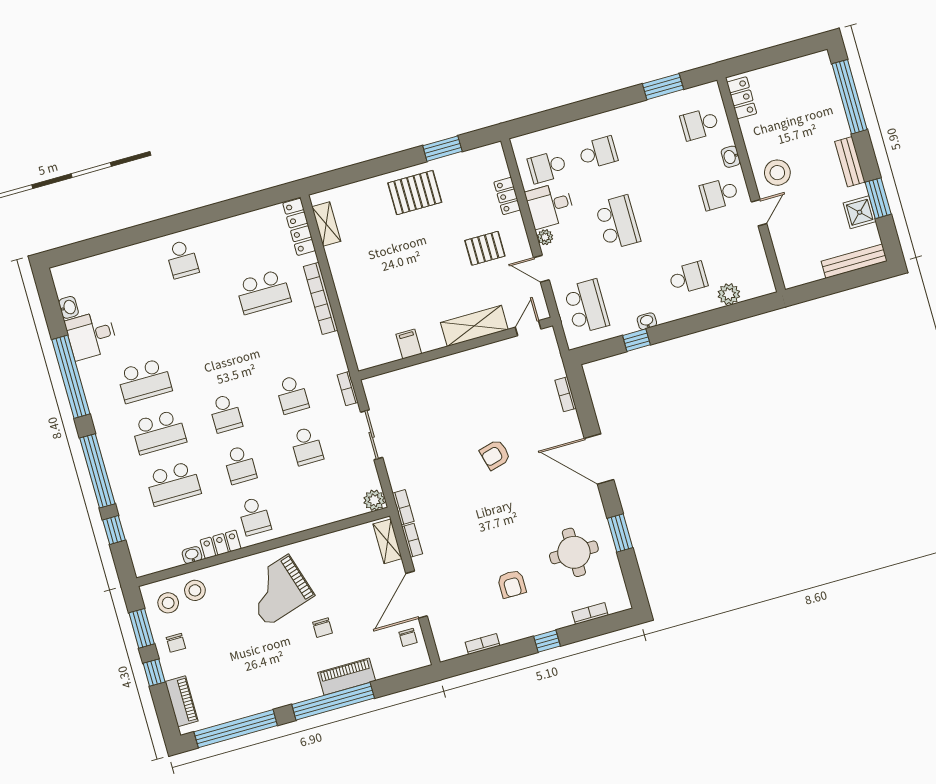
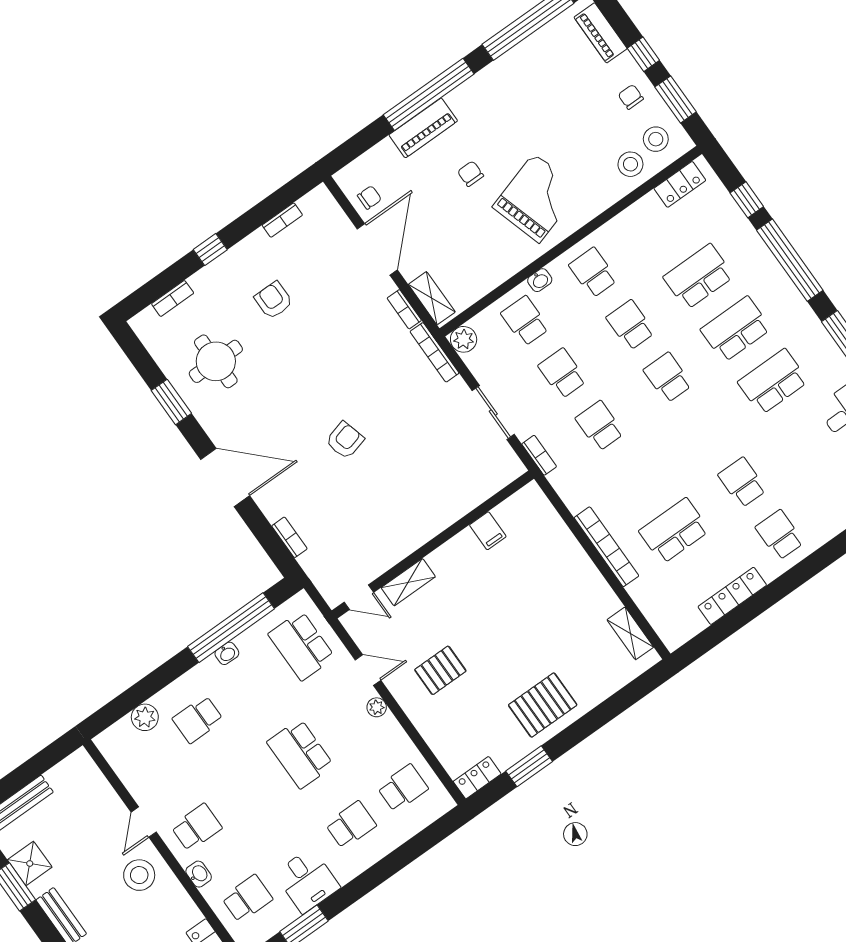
school desk: (598, 153) -> (351, 825), turned 180
locker: (507, 196) -> (477, 778), moved, turned -90
desk: (550, 205) -> (307, 880), moved, turned 90
locker: (299, 227) -> (732, 596), moved, turned -90
school desk: (197, 311) -> (742, 482), added
shelving: (474, 326) -> (408, 582), width x0.67, depth x0.75
door: (528, 328) -> (359, 597), hinge flipped
window: (636, 340) -> (231, 628), width x3.17
school desk: (321, 497) -> (525, 321), added
bookcase: (403, 507) -> (434, 352), width x1.56
locker: (221, 544) -> (680, 184), moved
washbasin: (192, 555) -> (540, 280), moved
chair: (408, 637) -> (369, 197), turned 90

